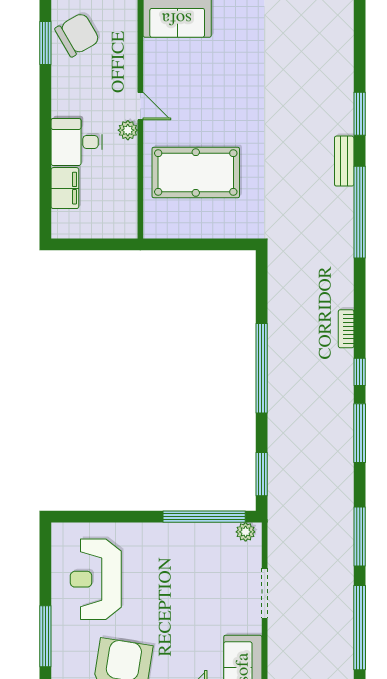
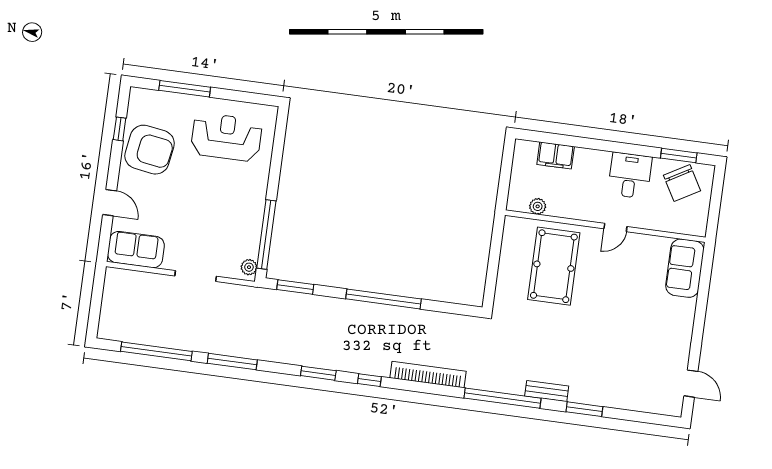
plant: (128, 130) -> (538, 206), moved
desk: (77, 142) -> (630, 175), moved
bookcase: (346, 329) -> (428, 375), width x2.31, depth x1.31
window: (360, 433) -> (318, 373), width x0.69

